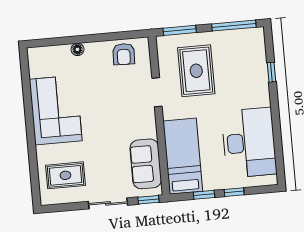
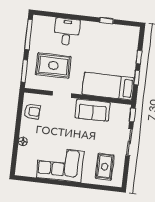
window: (271, 72) -> (107, 21), moved
desk: (249, 143) -> (67, 32), moved, width x0.53, depth x0.77
sofa: (146, 164) -> (93, 110), moved

